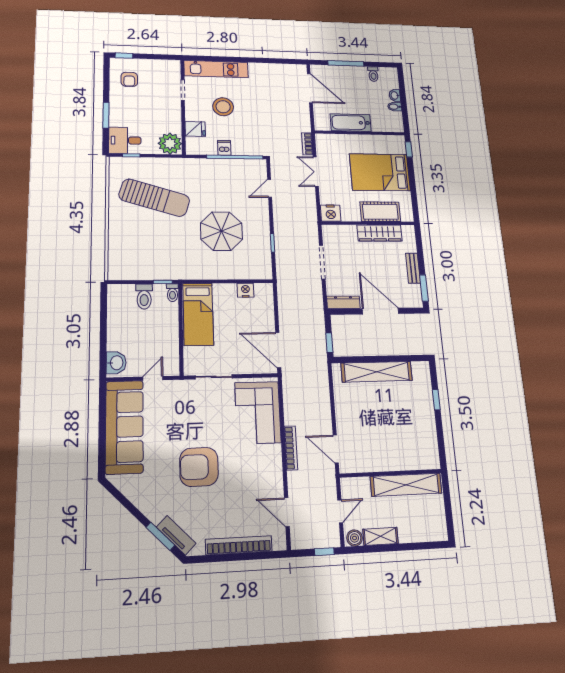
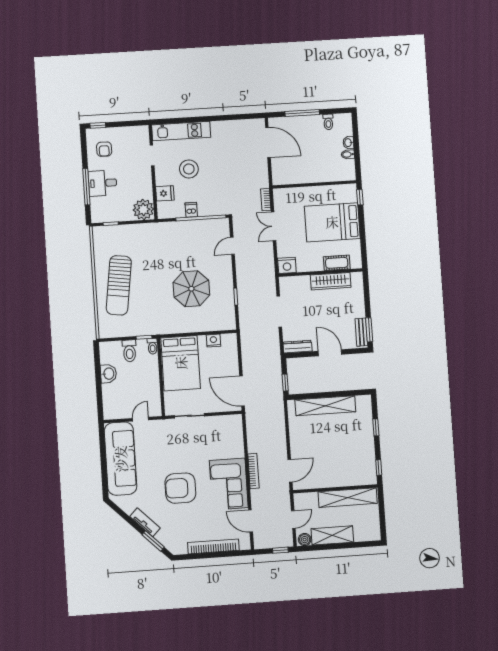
window: (106, 115) -> (86, 187), width x1.44
bathtub: (351, 123) -> (306, 175), removed
desk: (125, 140) -> (103, 183), moved
sun lounger: (154, 198) -> (119, 285), moved, turned 81
cot: (380, 212) -> (337, 263), width x0.73, depth x0.75
bench: (413, 268) -> (361, 332), moved
door: (381, 311) -> (330, 353), width x0.73
bed: (198, 314) -> (181, 363), width x1.50
washbasin: (116, 363) -> (108, 374), moved
corner sofa: (258, 413) -> (229, 484), moved
window: (442, 448) -> (379, 468), added
door: (336, 449) -> (290, 471), swing flipped
tv unit: (176, 535) -> (145, 522), moved
shelving: (381, 536) -> (332, 535), width x1.50, depth x1.33

